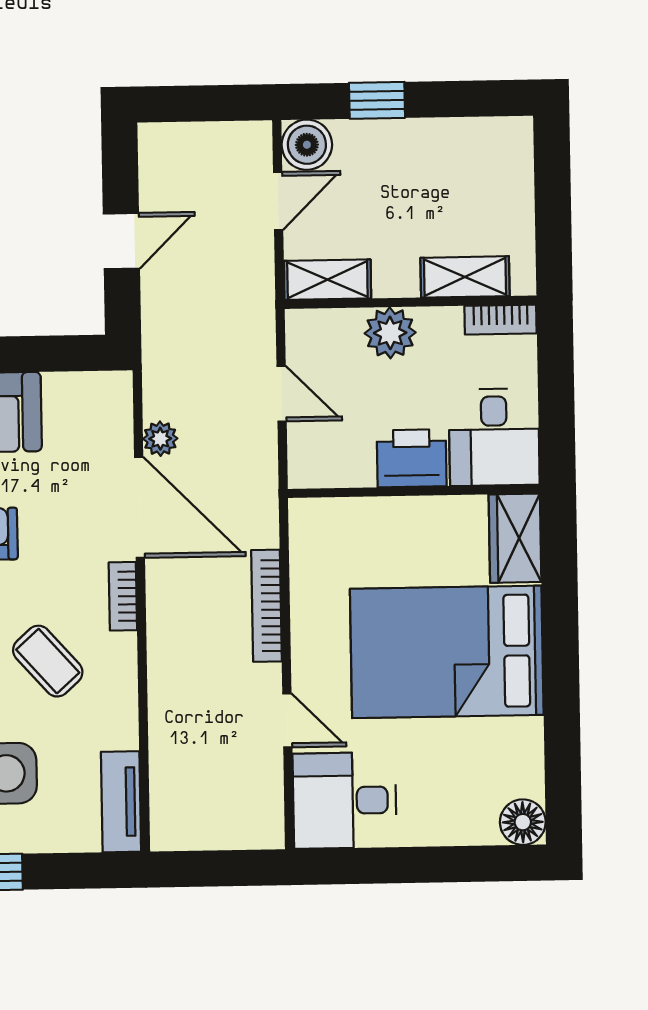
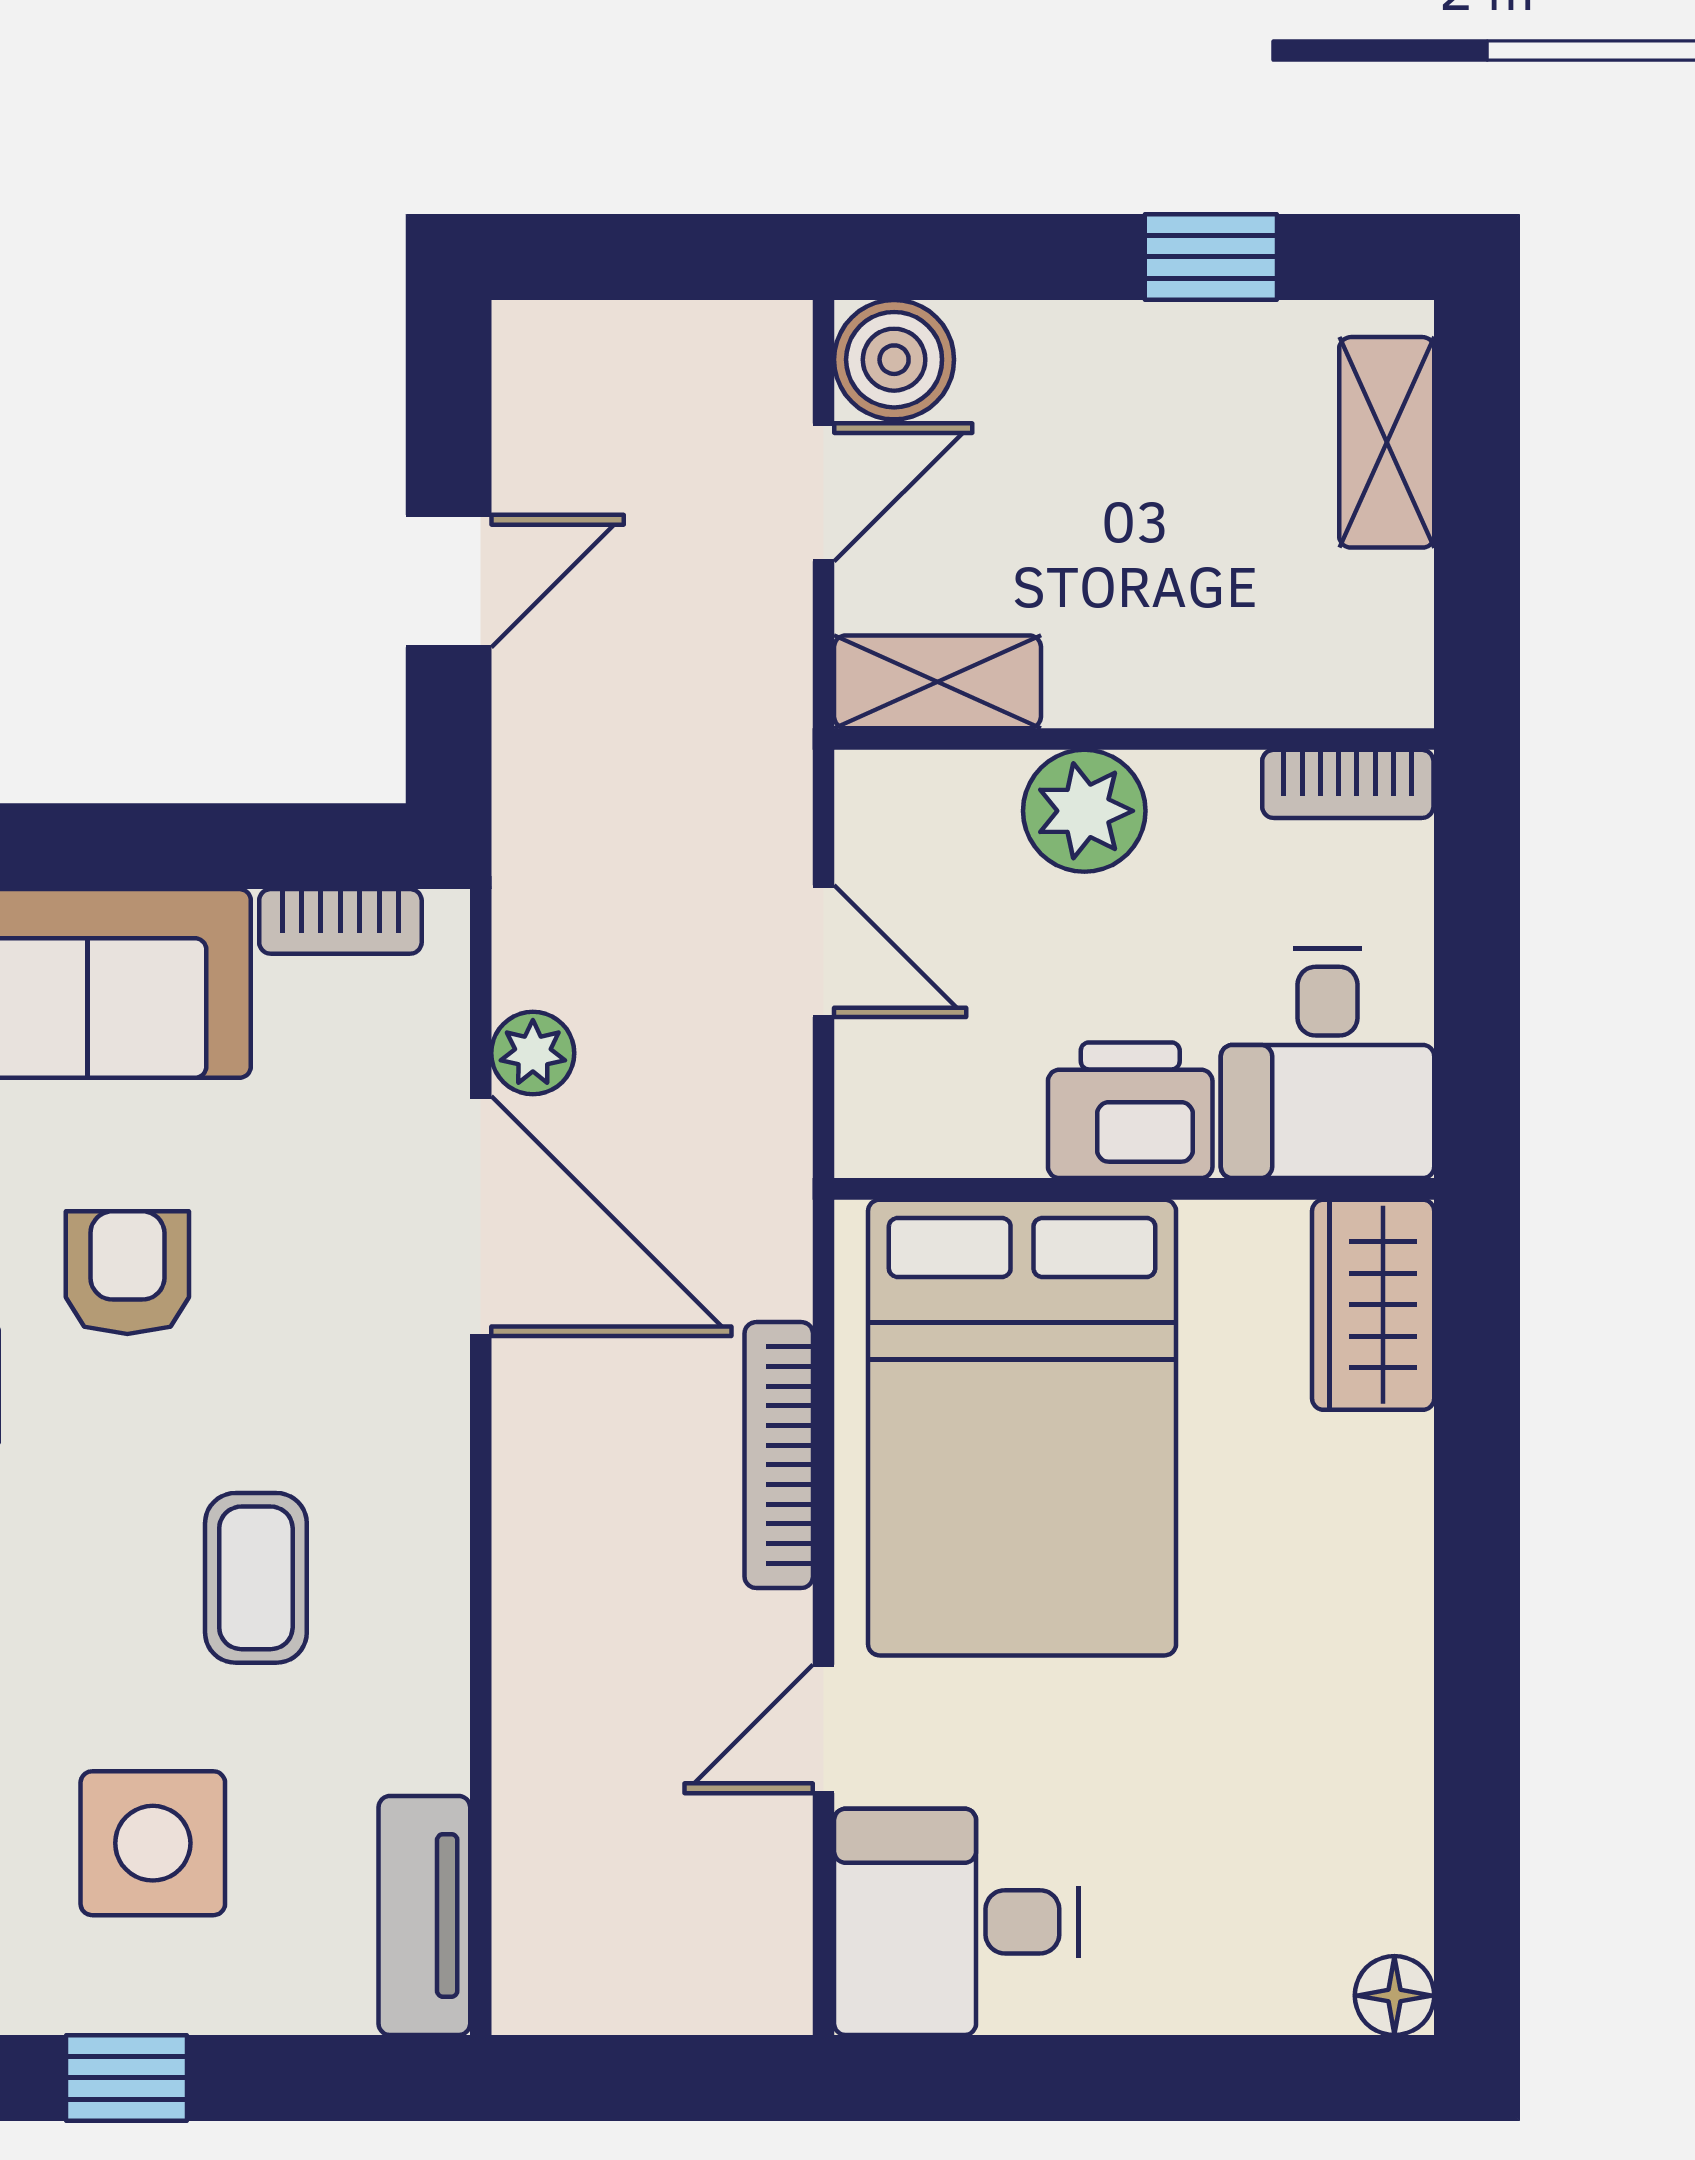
window: (377, 100) -> (1211, 257), moved
shelving: (465, 277) -> (1387, 442), moved, turned 90
bookcase: (123, 596) -> (340, 921), moved, turned -90
bed: (447, 652) -> (1022, 1428), moved, turned -90
coffee table: (48, 661) -> (256, 1578), turned 42
door: (287, 720) -> (824, 1729), swing flipped
floor lamp: (523, 822) -> (1394, 1996), width x0.73, depth x0.73

